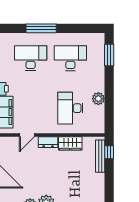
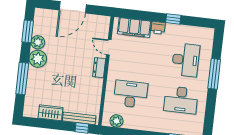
desk: (70, 58) -> (181, 100), turned 90
plant: (98, 99) -> (116, 121), moved
wardrobe: (70, 143) -> (50, 113), moved, turned 90

